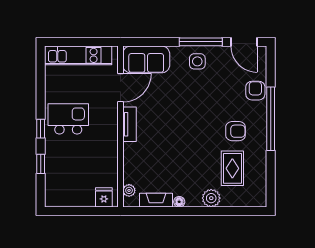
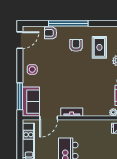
window: (201, 42) -> (20, 96), moved
door: (120, 88) -> (49, 118), swing flipped
rug: (232, 168) -> (99, 47), turned 90

